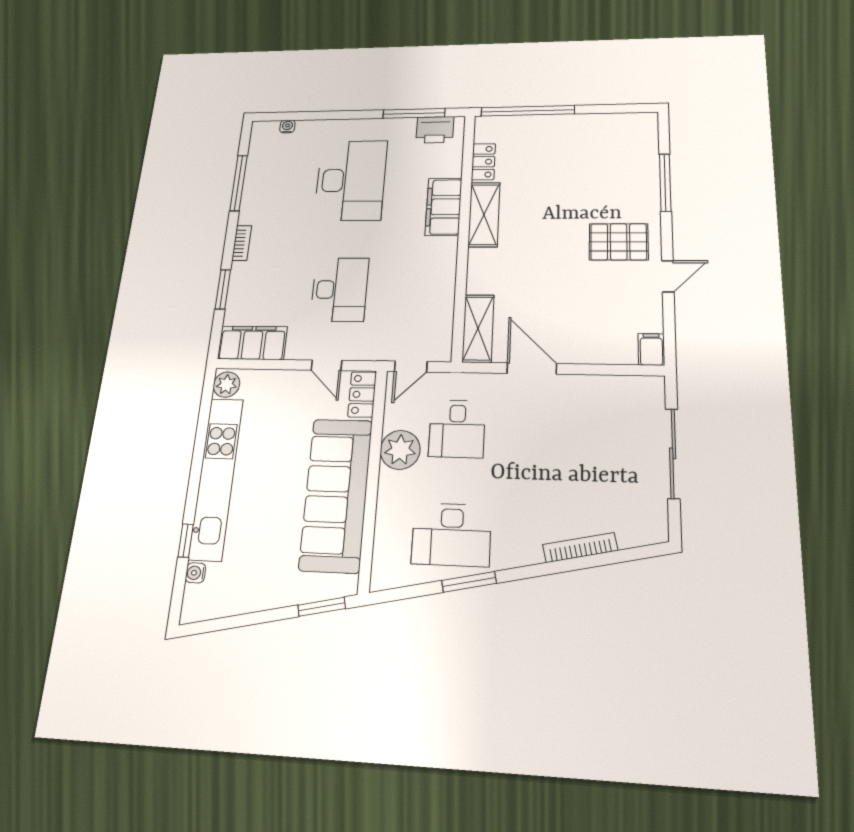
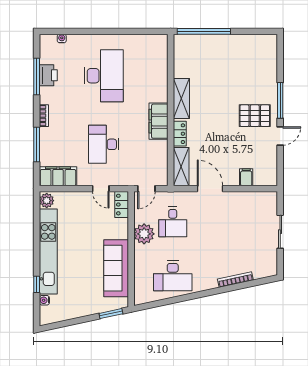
window: (414, 113) -> (138, 31), removed
printer: (435, 130) -> (48, 75), moved, turned -90
locker: (483, 162) -> (180, 134), moved
window: (665, 182) -> (280, 100), moved
filing cabinet: (444, 207) -> (159, 121), moved
window: (223, 289) -> (37, 145), width x1.44
desk: (340, 290) -> (104, 144), turned 180
filing cabinet: (651, 349) -> (246, 177), moved
sliding door: (673, 453) -> (280, 232), width x0.73
sofa: (336, 494) -> (116, 268), width x0.74, depth x0.79
window: (469, 582) -> (182, 298), removed

